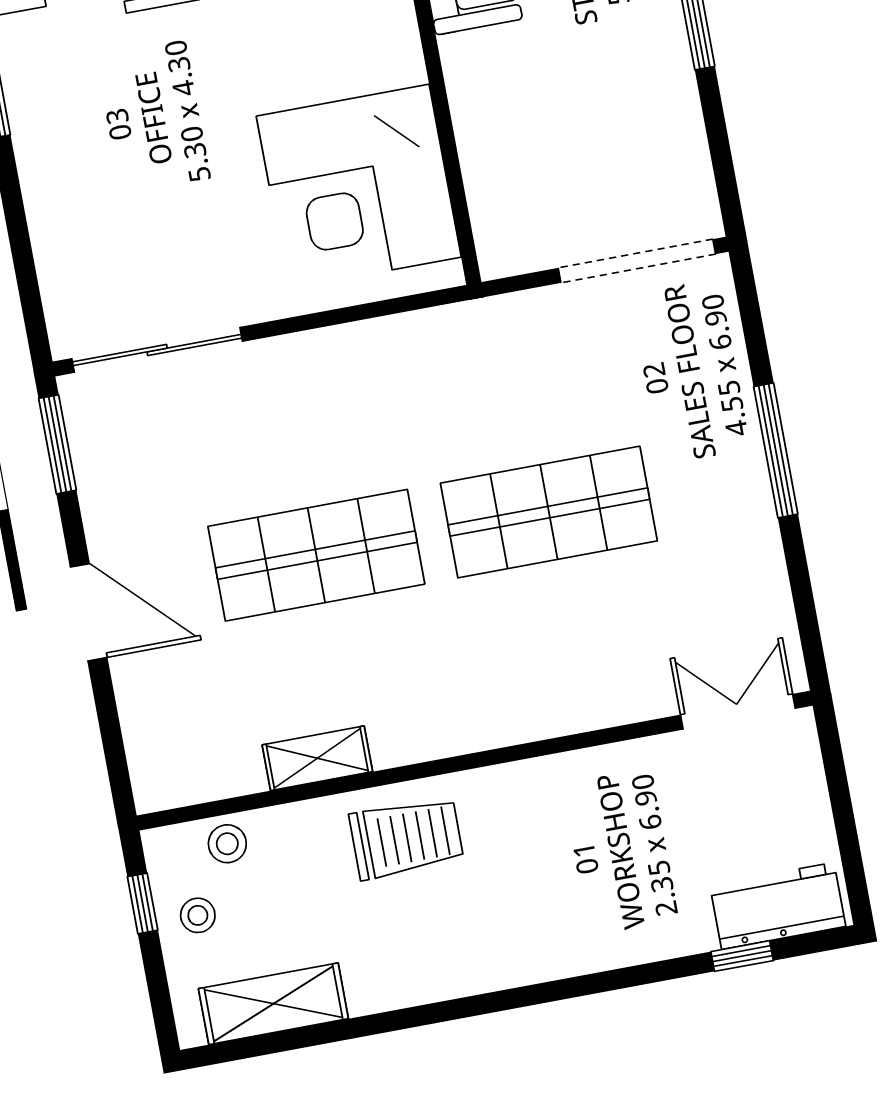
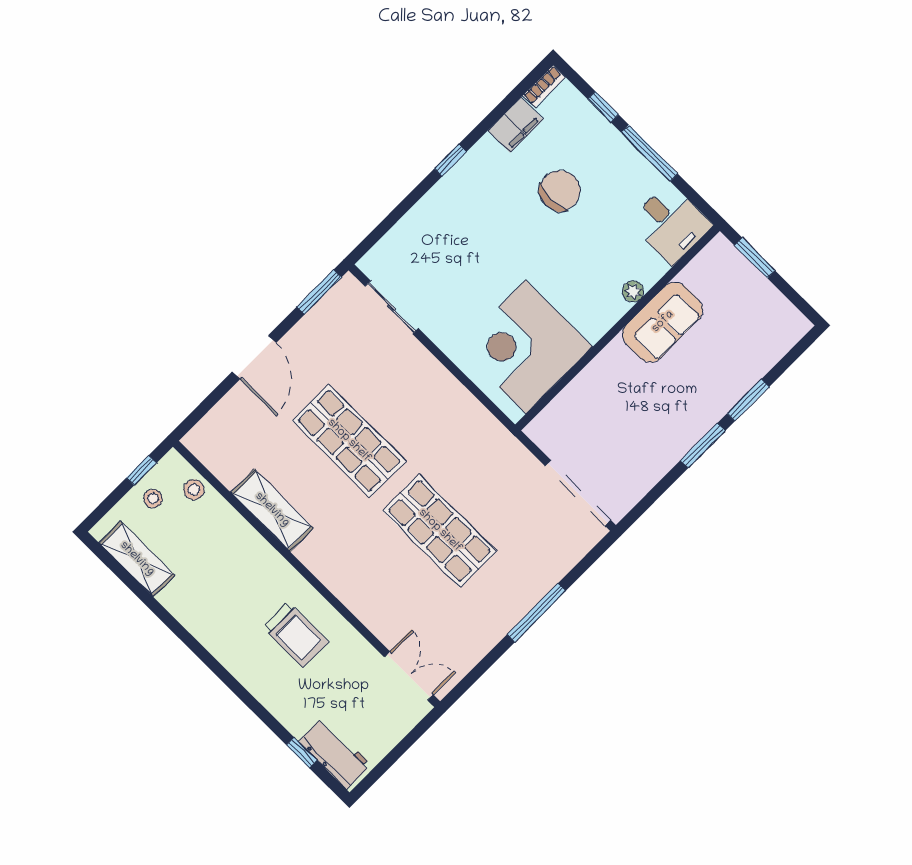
sliding door: (157, 350) -> (392, 307), width x0.73
shelving: (317, 758) -> (272, 510), width x1.50, depth x1.33
trolley: (406, 838) -> (296, 635), moved

